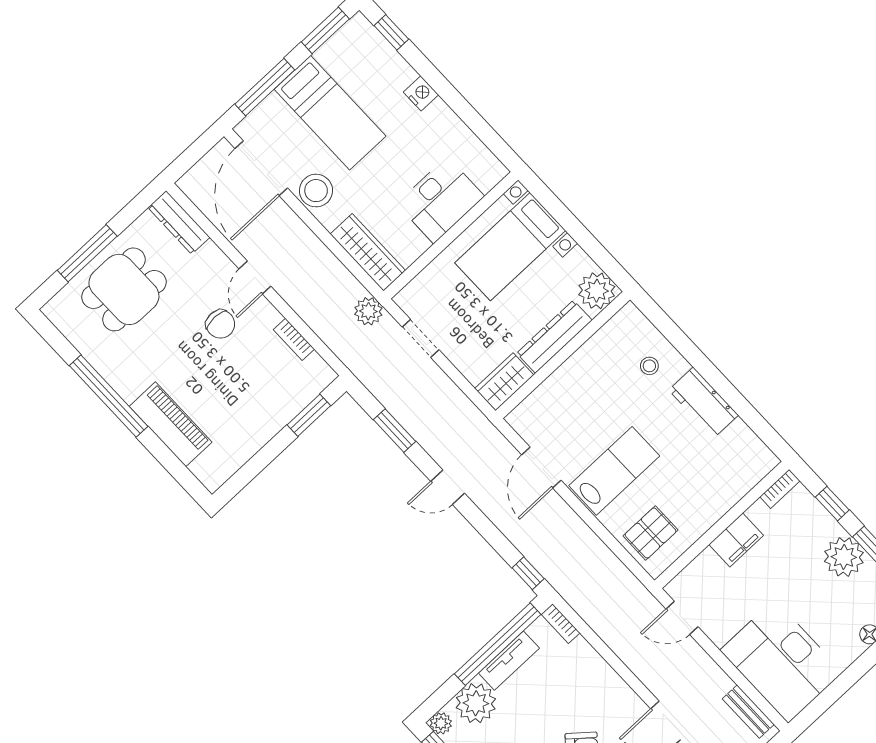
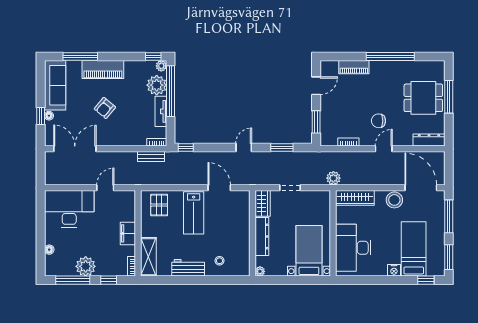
bed: (330, 113) -> (414, 249), moved, turned 90
desk: (440, 200) -> (353, 248), width x1.36, depth x1.30
door: (255, 278) -> (384, 149), hinge flipped
dining table: (124, 289) -> (423, 98), turned 90
plant: (597, 291) -> (260, 271), width x0.53, depth x0.53
doorway: (421, 338) -> (290, 188), moved
piano: (171, 424) -> (354, 67), width x0.73, depth x0.75
door: (255, 466) -> (316, 86), added
shelving: (742, 477) -> (148, 257), added
door: (682, 618) -> (105, 188), moved
window: (498, 644) -> (171, 91), moved
bench: (748, 712) -> (151, 157), moved

